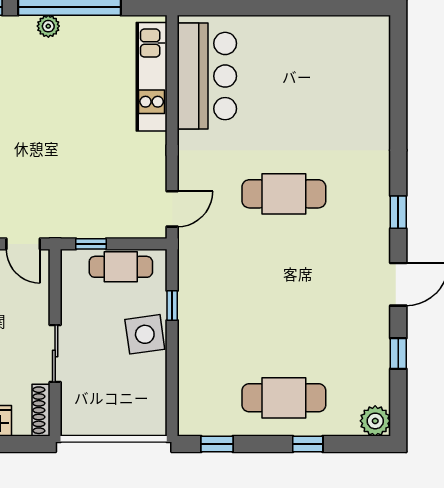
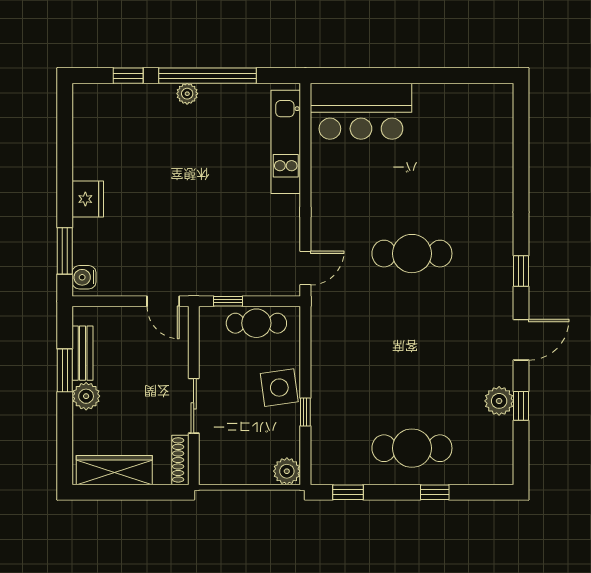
bar counter: (207, 76) -> (361, 111), moved, turned 90
window: (172, 305) -> (305, 412), moved
plant: (375, 421) -> (499, 401), moved
plant: (153, 422) -> (287, 471), added

